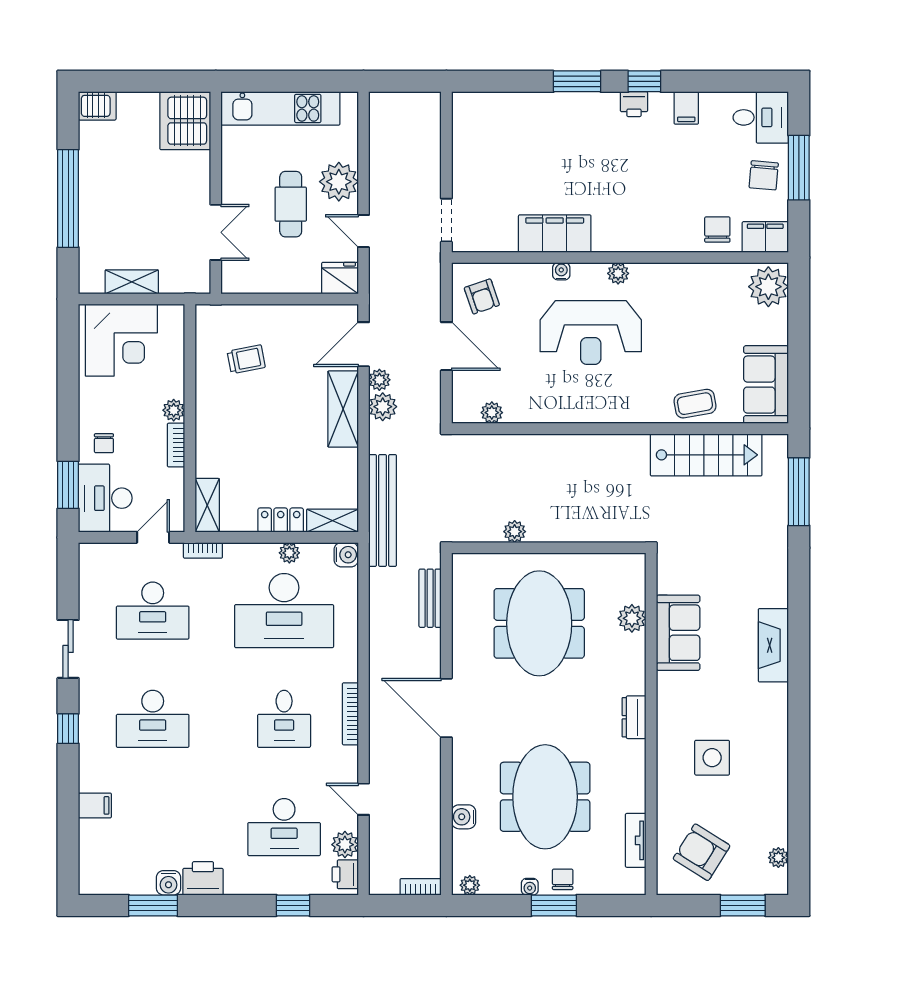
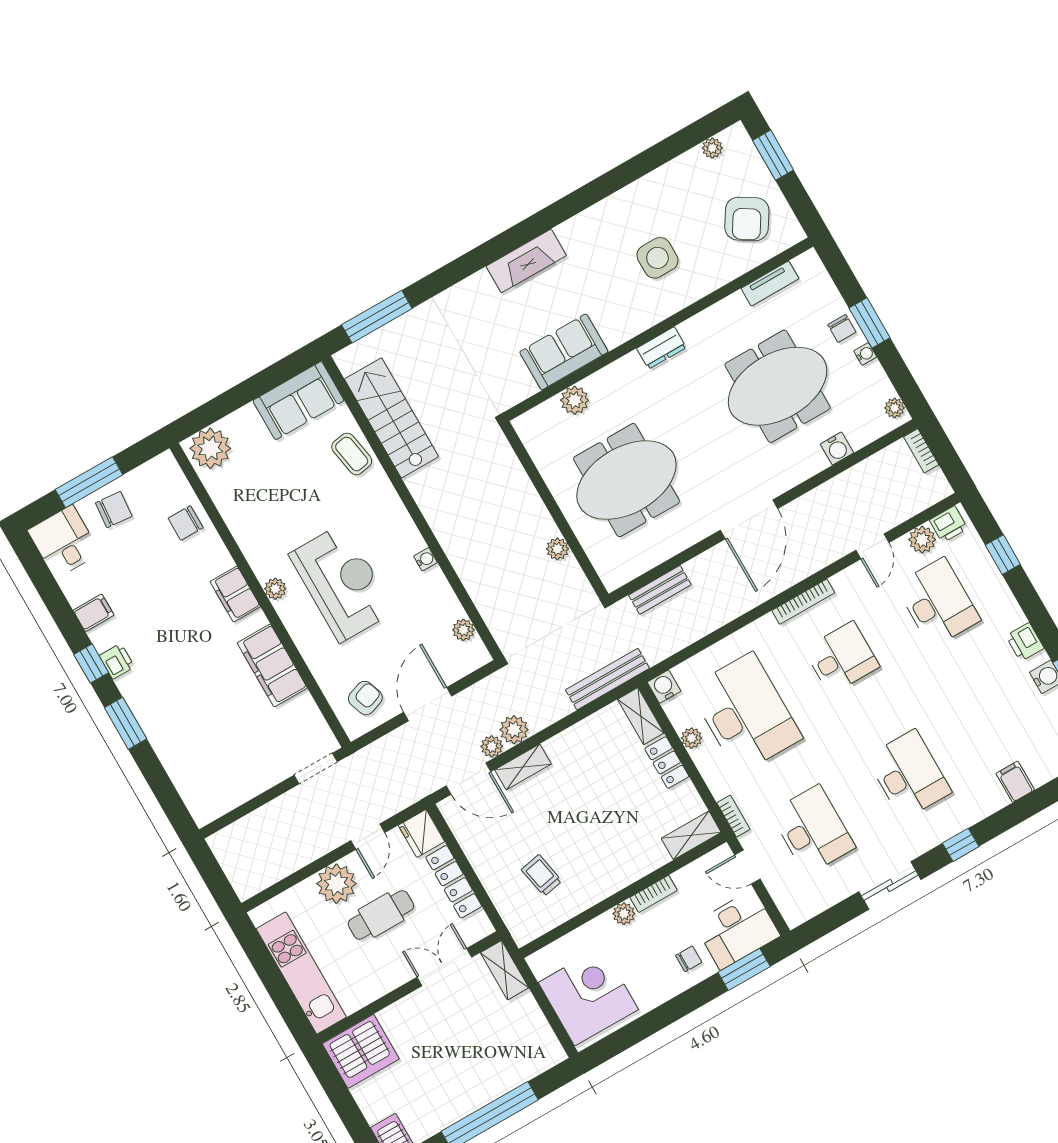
filing cabinet: (765, 237) -> (235, 594), moved
water cooler: (561, 271) -> (425, 559), moved, turned 180
shelving: (132, 282) -> (505, 970), moved
locker: (283, 282) -> (454, 882), added
shelving: (343, 409) -> (523, 767), width x0.67, depth x0.75
bench: (383, 510) -> (607, 679), width x0.73, depth x0.82
printer: (203, 878) -> (1025, 642), width x0.73, depth x0.81
chair: (563, 879) -> (842, 328), turned -90

